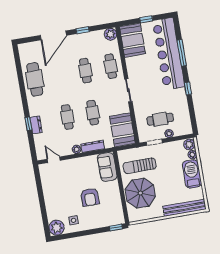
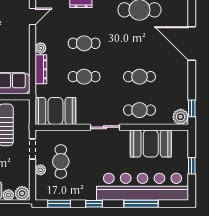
window: (83, 30) -> (192, 108), moved
booth: (132, 40) -> (151, 144), moved
window: (192, 115) -> (59, 204), added

